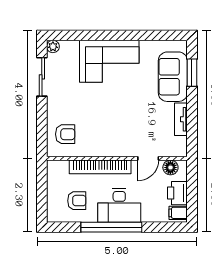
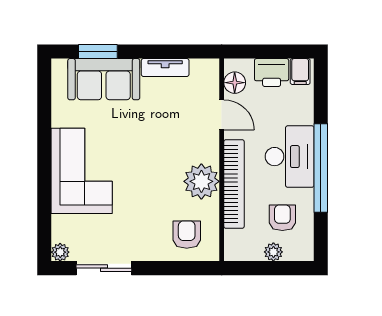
plant: (102, 144) -> (201, 181), added
plant: (53, 194) -> (273, 252), added

